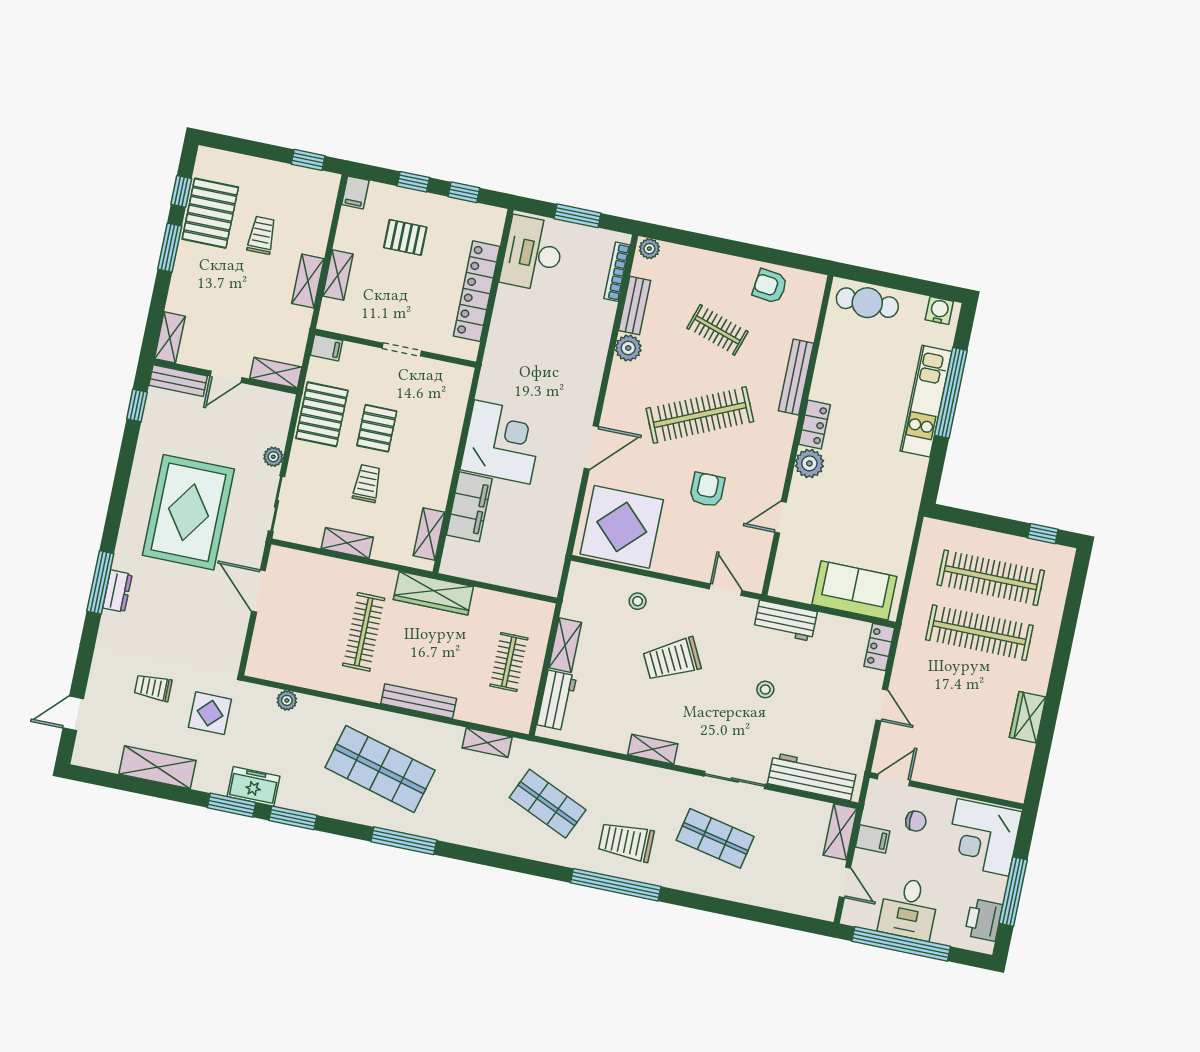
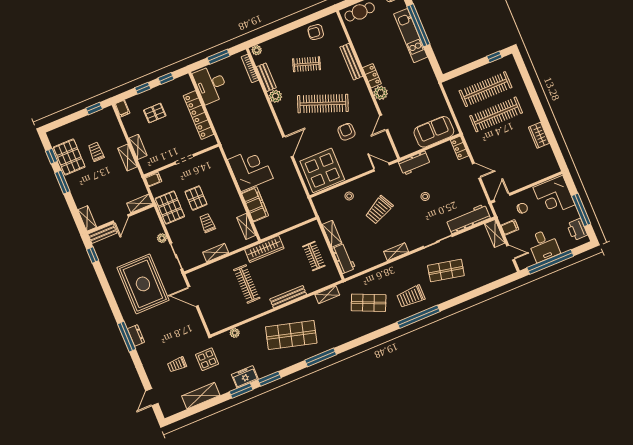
clothes rail: (700, 415) -> (323, 104), turned 45

